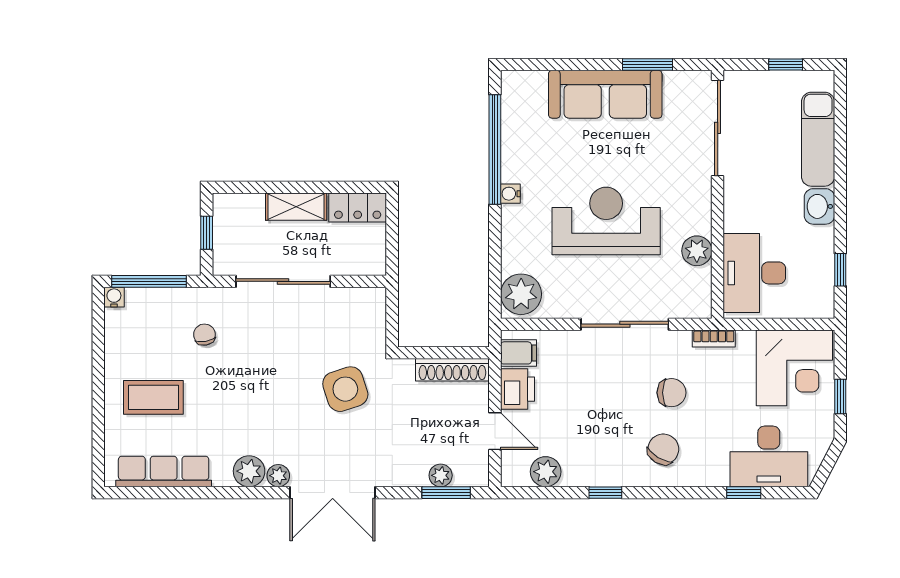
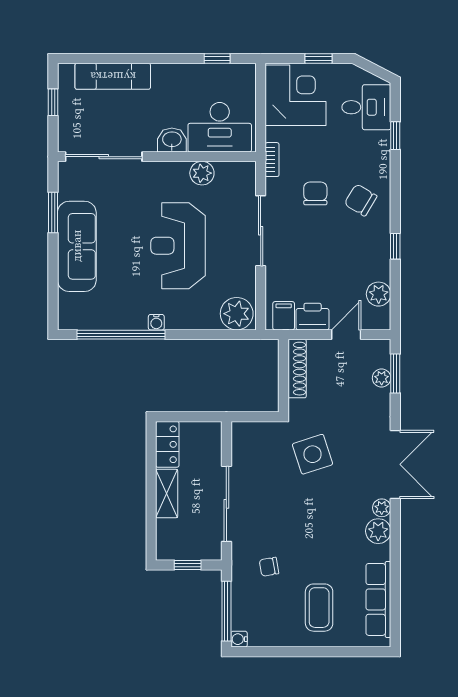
washbasin: (819, 206) -> (172, 140), moved, turned 180
desk: (769, 456) -> (366, 107), width x0.73

